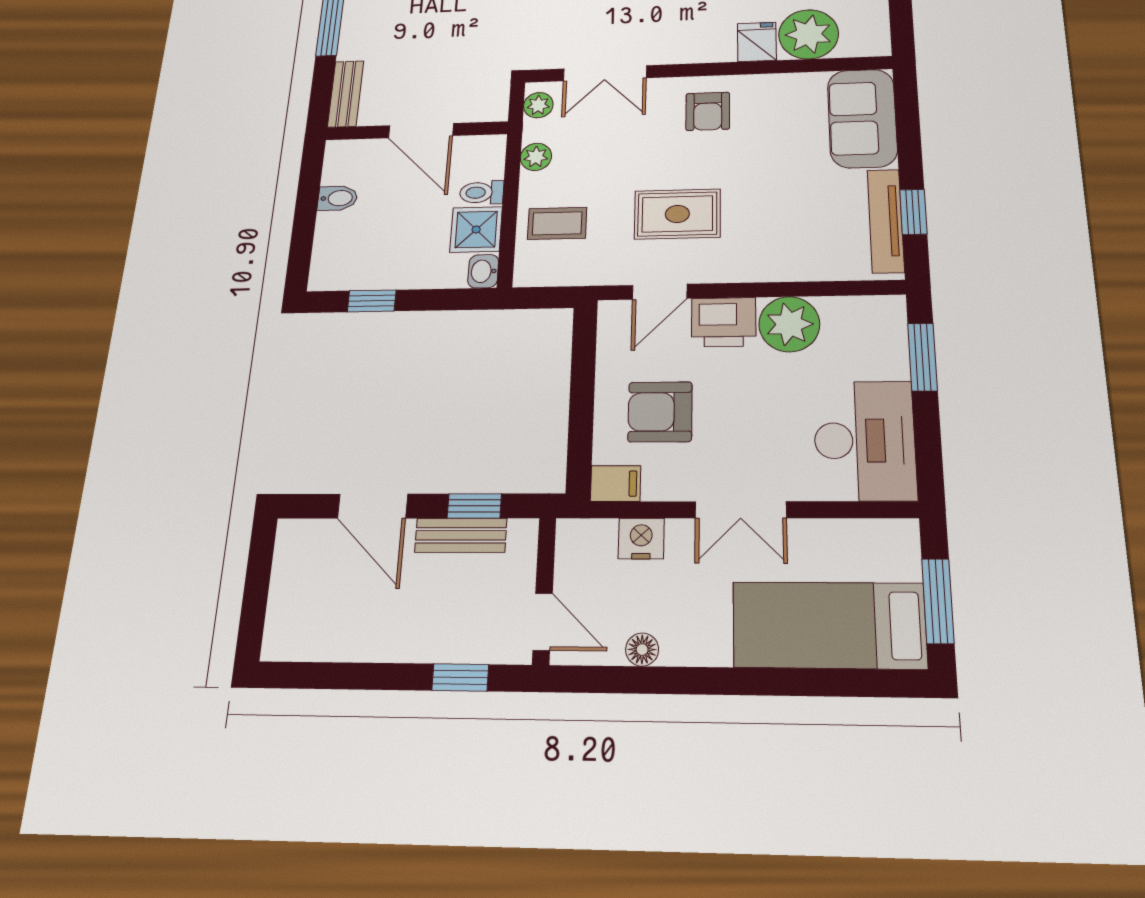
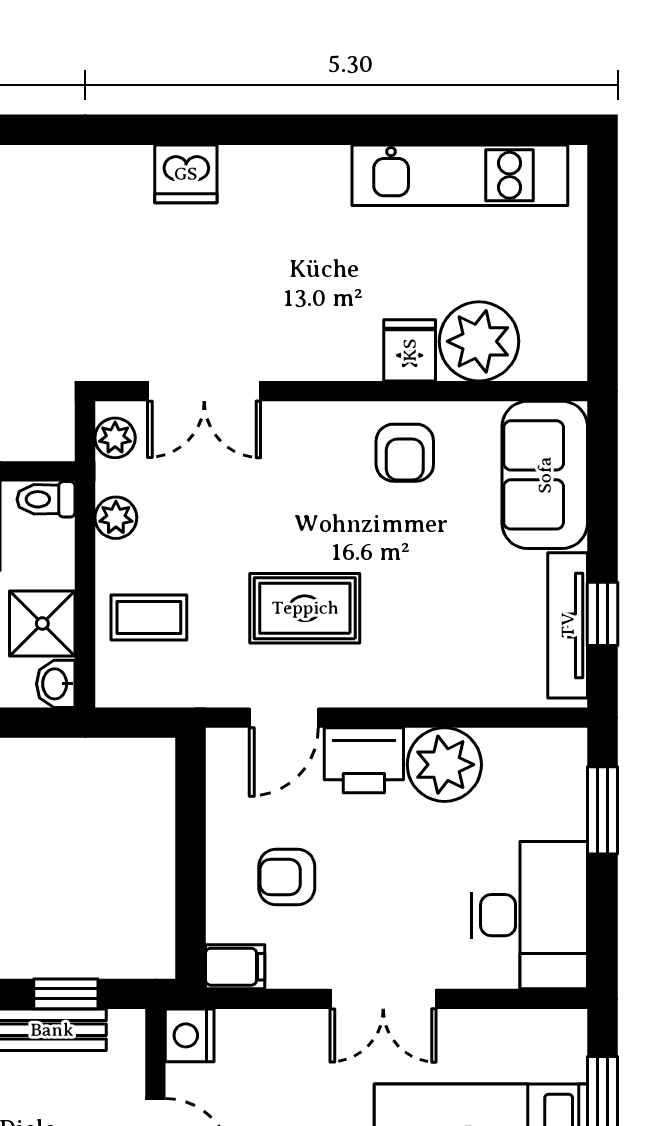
armchair: (708, 111) -> (405, 453), moved
toilet: (482, 193) -> (46, 499), moved
armchair: (660, 412) -> (287, 877), width x0.72, depth x0.72
nightstand: (641, 539) -> (190, 1035), moved, turned -90

